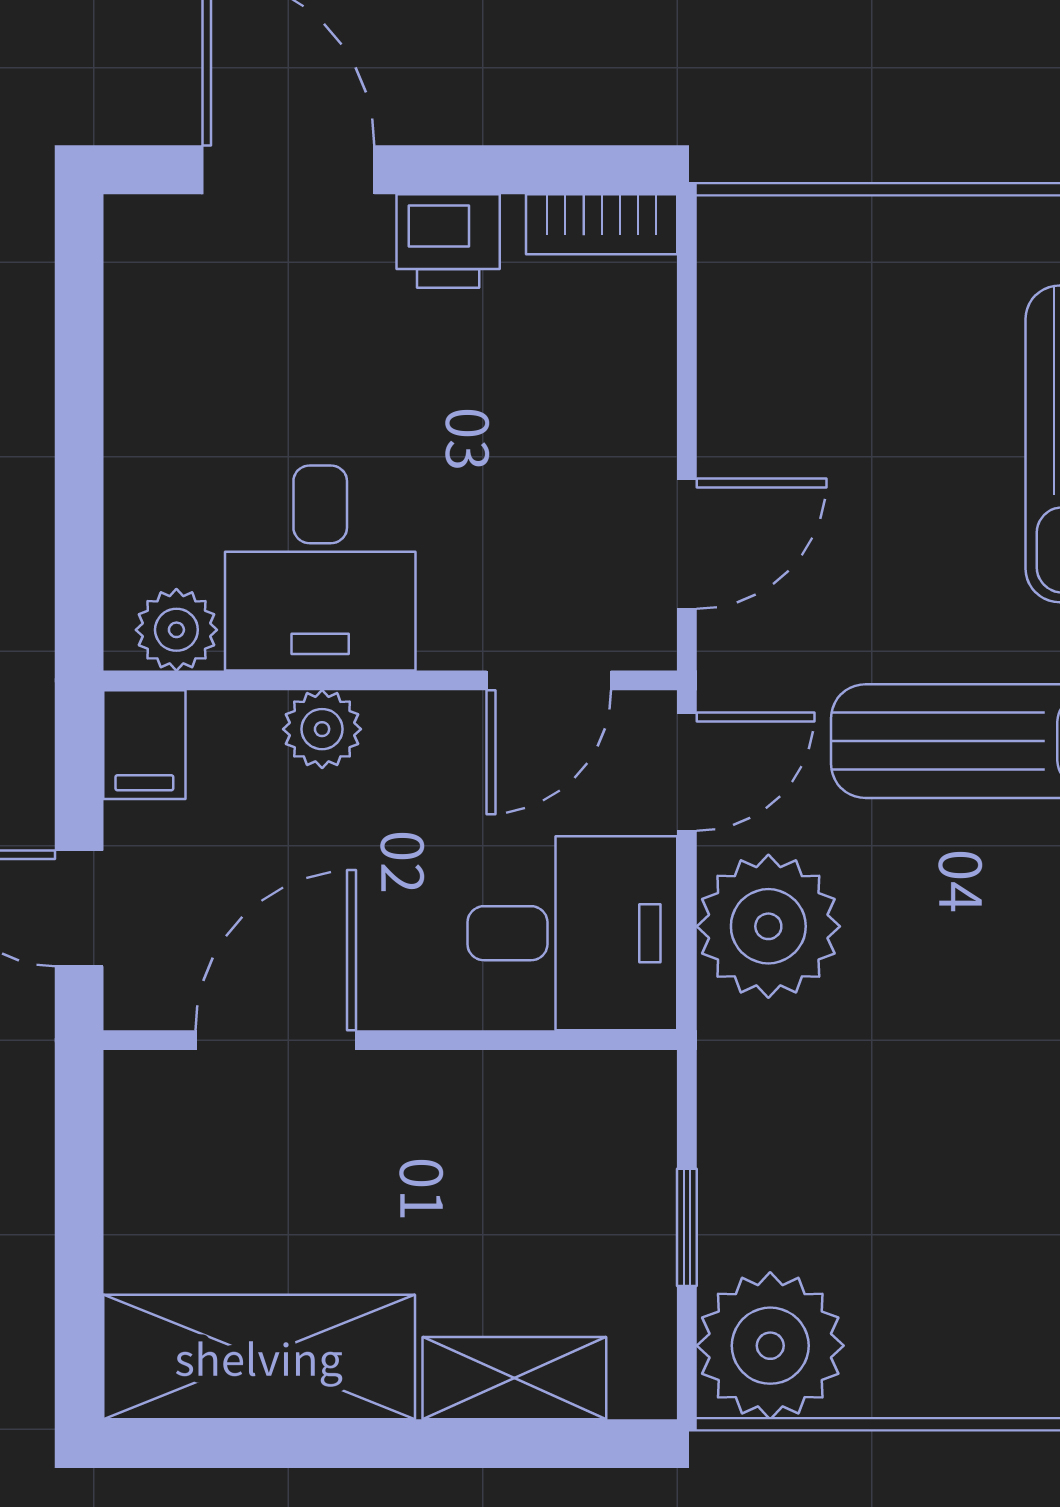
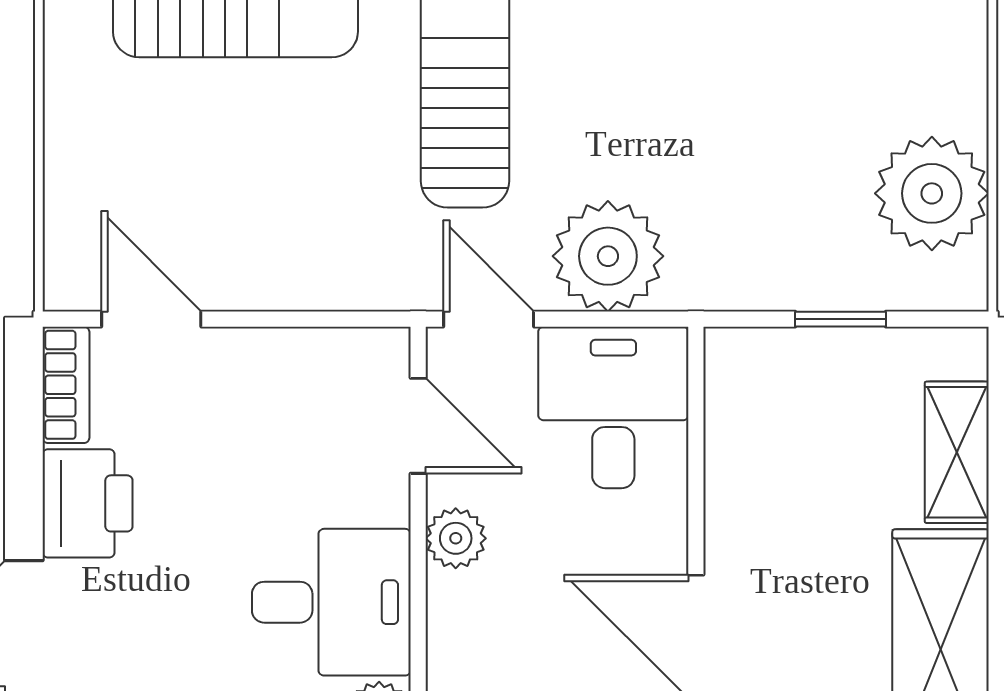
printer: (448, 241) -> (88, 503), width x1.36, depth x1.24
door: (687, 544) -> (151, 319), moved
plant: (322, 729) -> (456, 538), moved
plant: (770, 1346) -> (932, 193), moved

